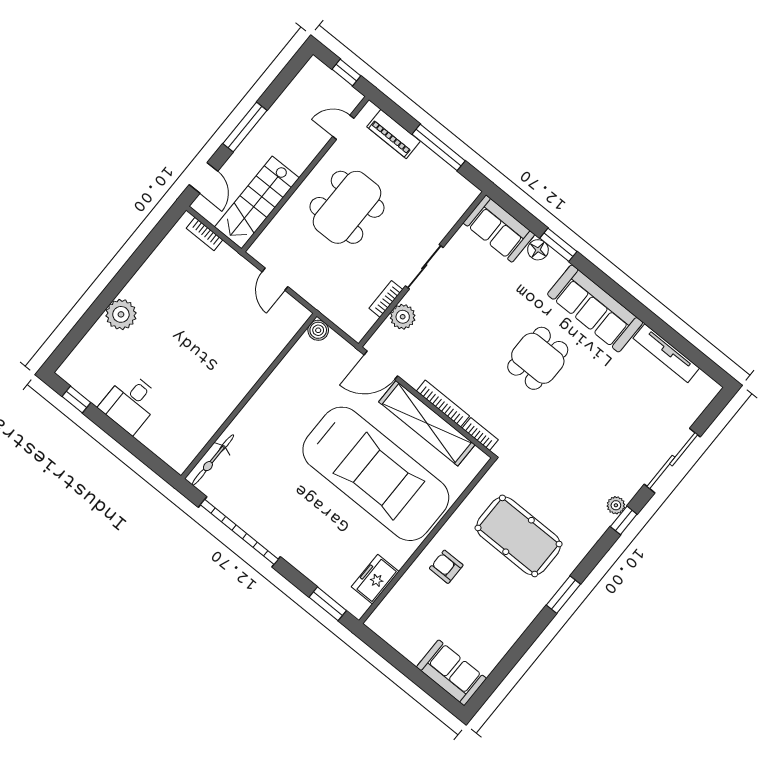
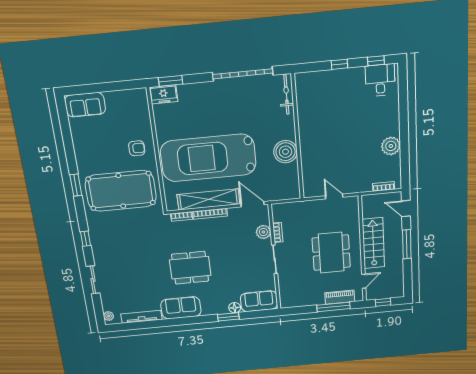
window: (439, 147) -> (333, 307), moved
stairs: (257, 202) -> (373, 243), moved
sofa: (595, 308) -> (181, 308), width x0.73
plant: (121, 314) -> (391, 146), moved
boiler: (318, 330) -> (286, 152), moved, width x1.86, depth x1.86
dining table: (538, 358) -> (190, 268), width x1.38
door: (381, 365) -> (253, 204), hinge flipped
desk: (130, 403) -> (380, 80), moved
window: (121, 436) -> (339, 64), added
sliding door: (672, 461) -> (93, 280), width x0.73
plant: (616, 505) -> (109, 316), moved
pool table: (519, 536) -> (121, 191), width x1.36, depth x1.32
freezer: (375, 579) -> (164, 94), moved, turned 90

